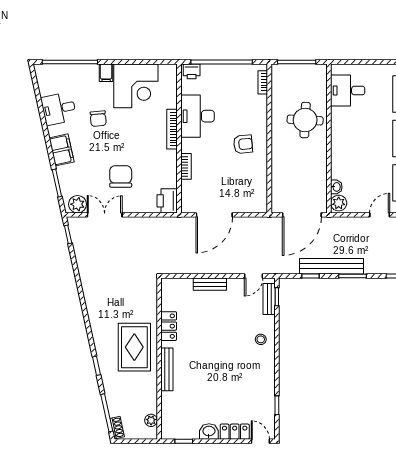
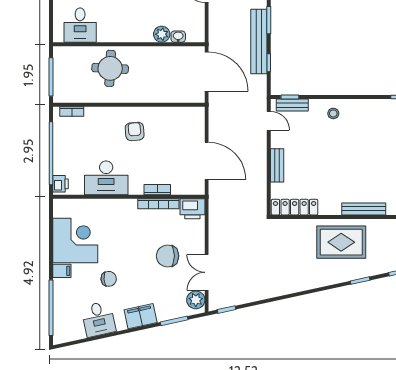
bookcase: (172, 129) -> (158, 204), moved
plant: (339, 203) -> (162, 34), moved
locker: (169, 326) -> (295, 207), moved, width x1.53

